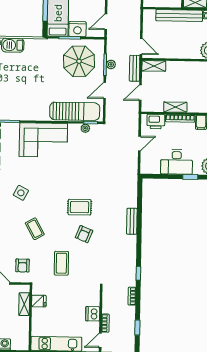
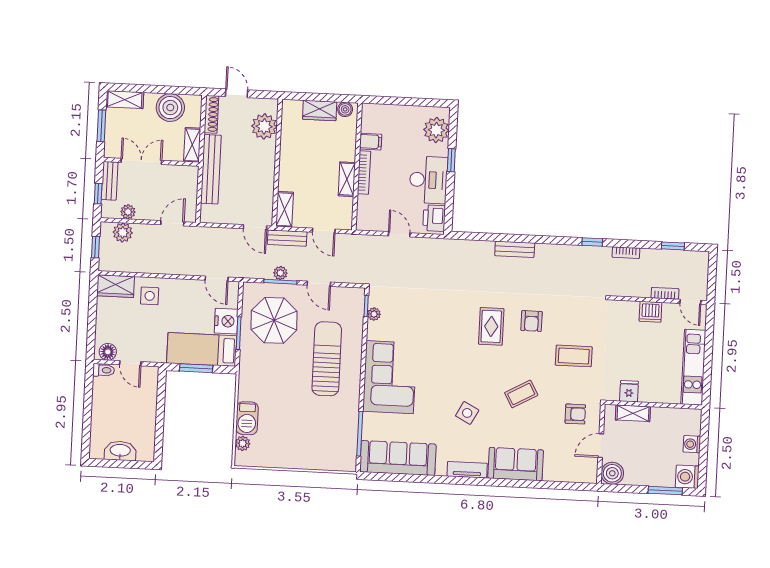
door: (141, 46) -> (255, 227), swing flipped
sun lounger: (75, 111) -> (327, 359), moved
printer: (156, 122) -> (434, 218), moved, turned 180
armchair: (84, 234) -> (532, 321), turned 68

